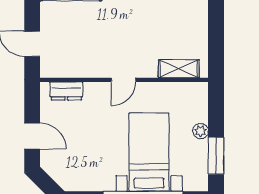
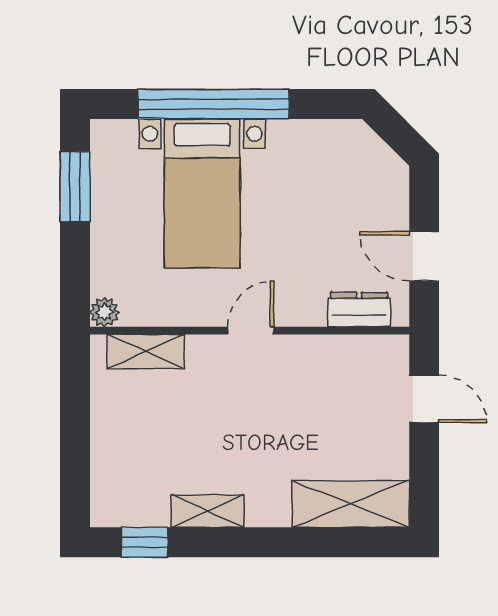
plant: (200, 131) -> (105, 312), moved
door: (32, 136) -> (424, 256), moved

